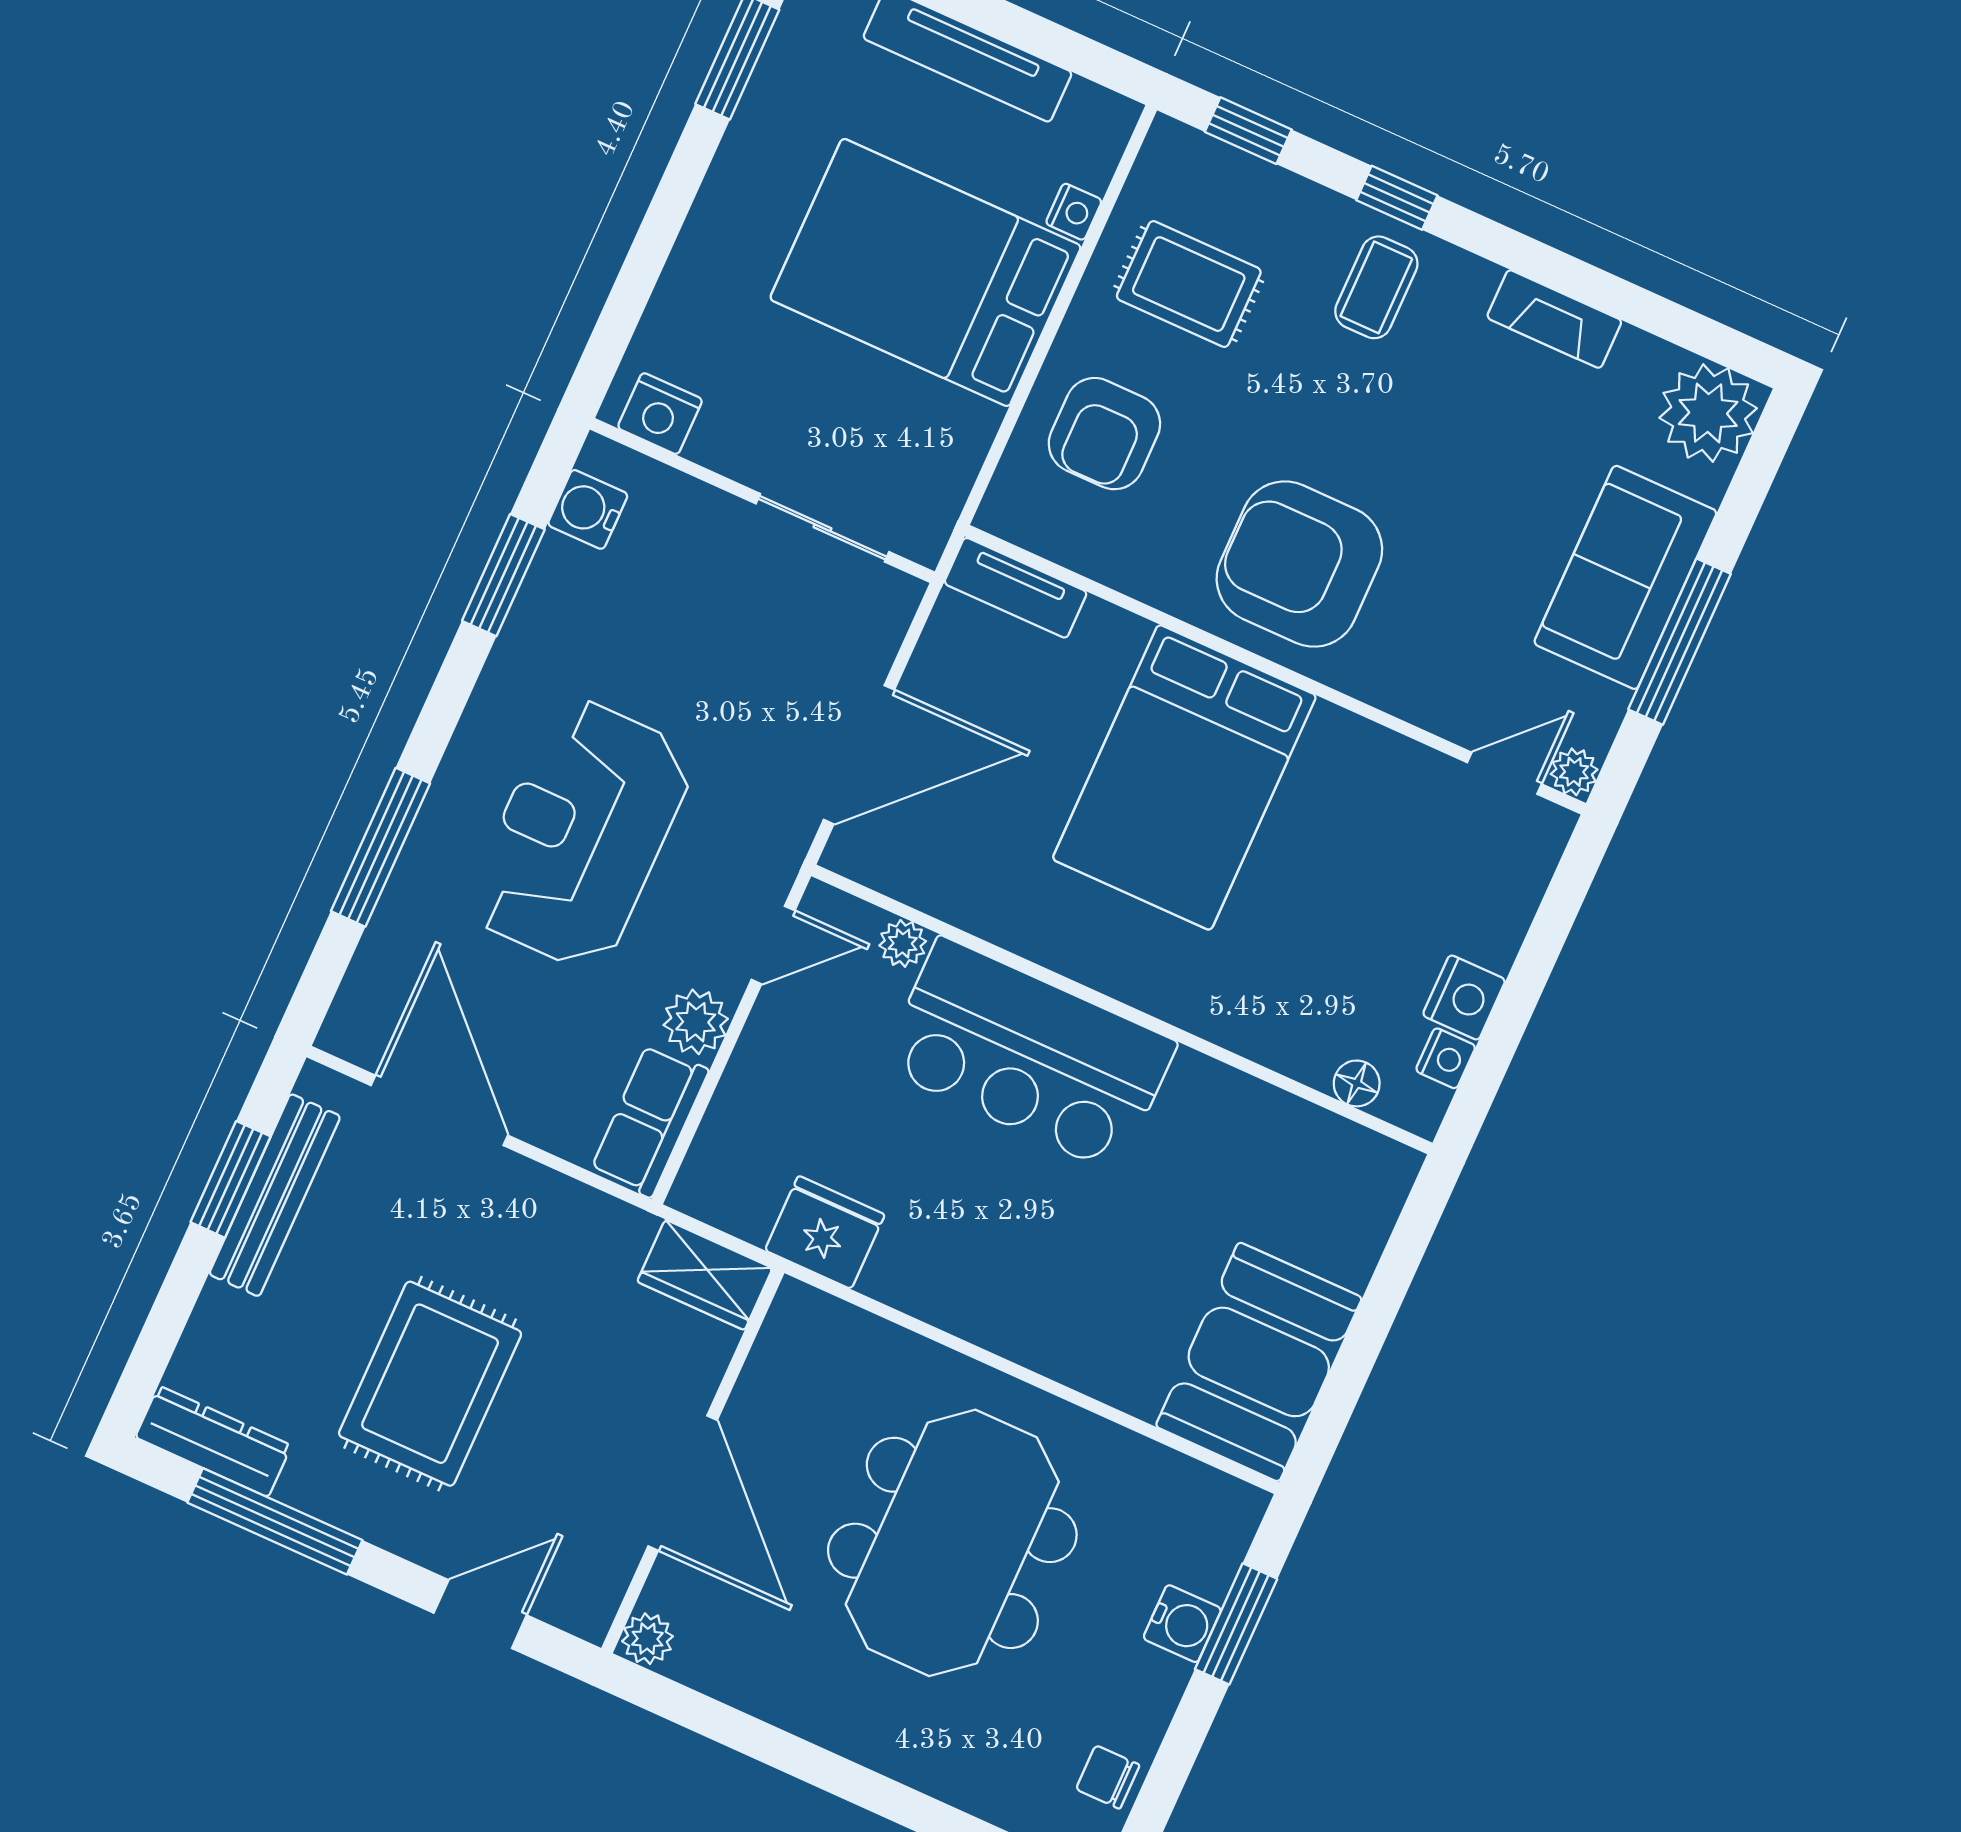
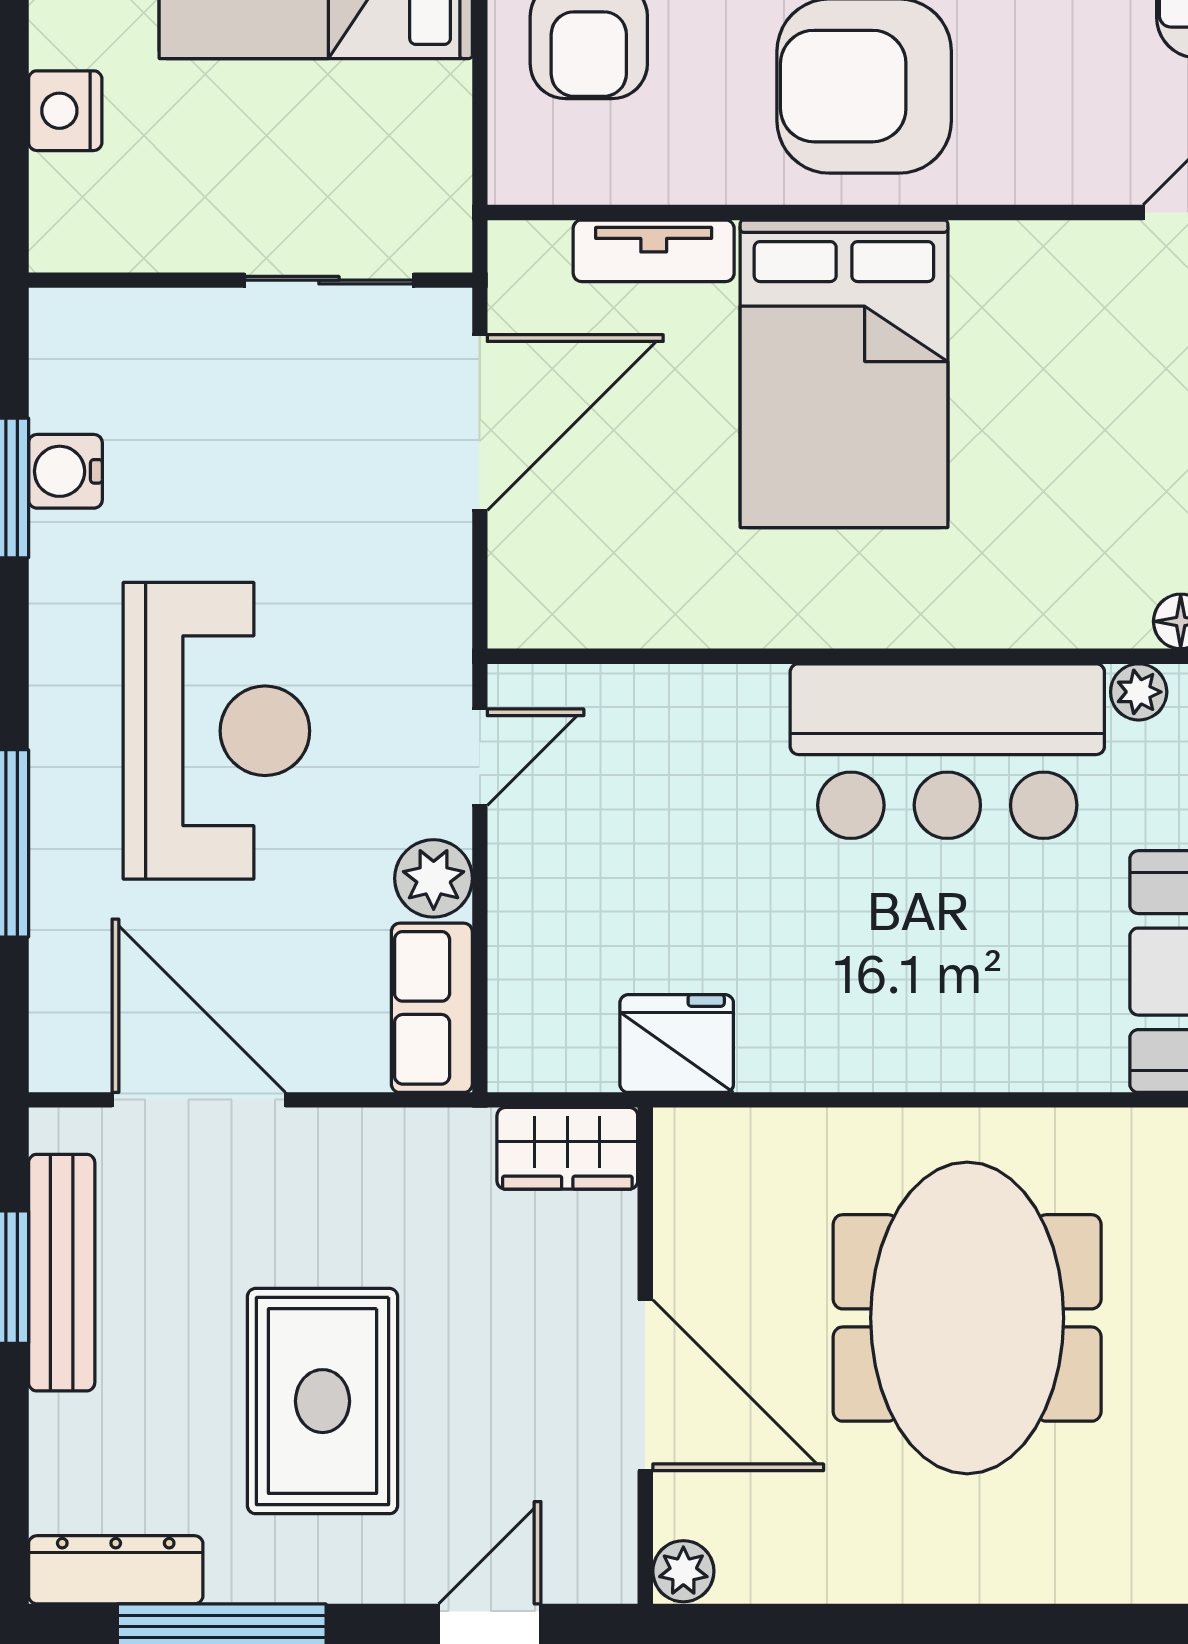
nightstand: (660, 414) -> (65, 111), moved, turned 90
water cooler: (588, 509) -> (65, 471), moved
tv unit: (1016, 588) -> (654, 251), moved
door: (859, 755) -> (480, 423), moved
reception desk: (581, 834) -> (216, 731), turned 180
plant: (903, 943) -> (1139, 692), moved
bar counter: (1029, 1055) -> (947, 751), moved

